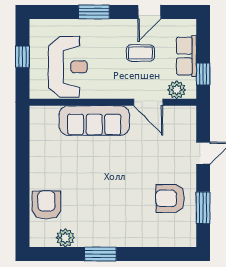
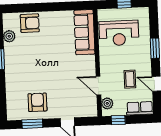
row of seats: (186, 56) -> (140, 108), moved
door: (148, 102) -> (98, 86), hinge flipped
sofa: (94, 121) -> (84, 32), moved

